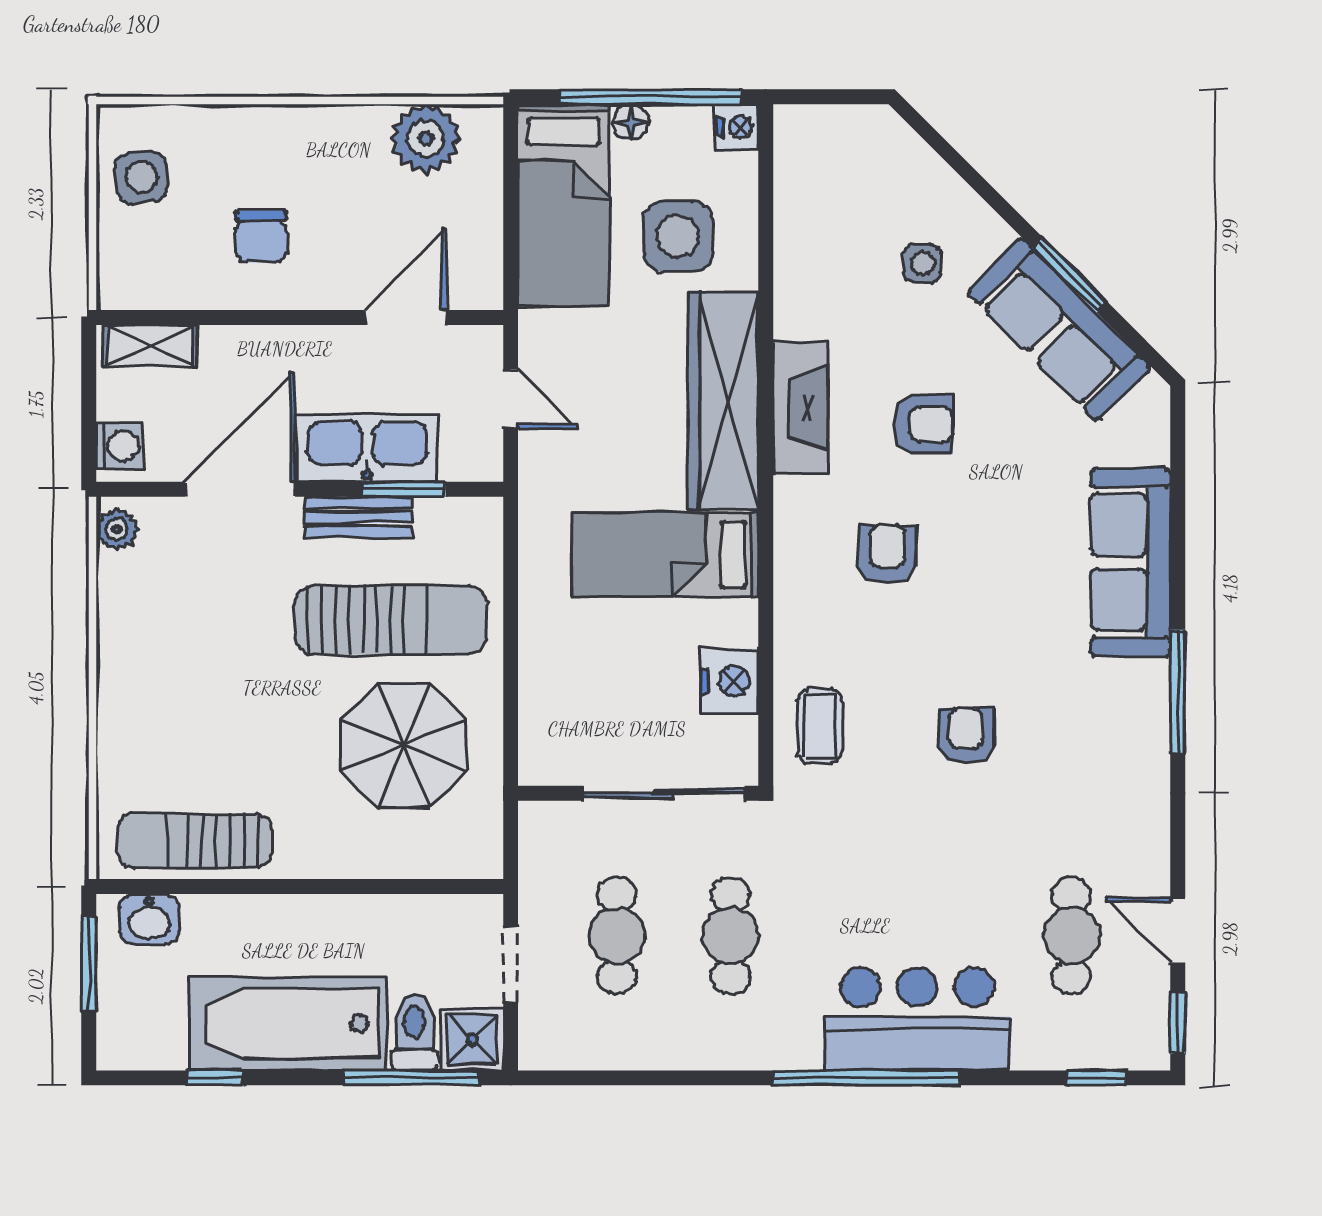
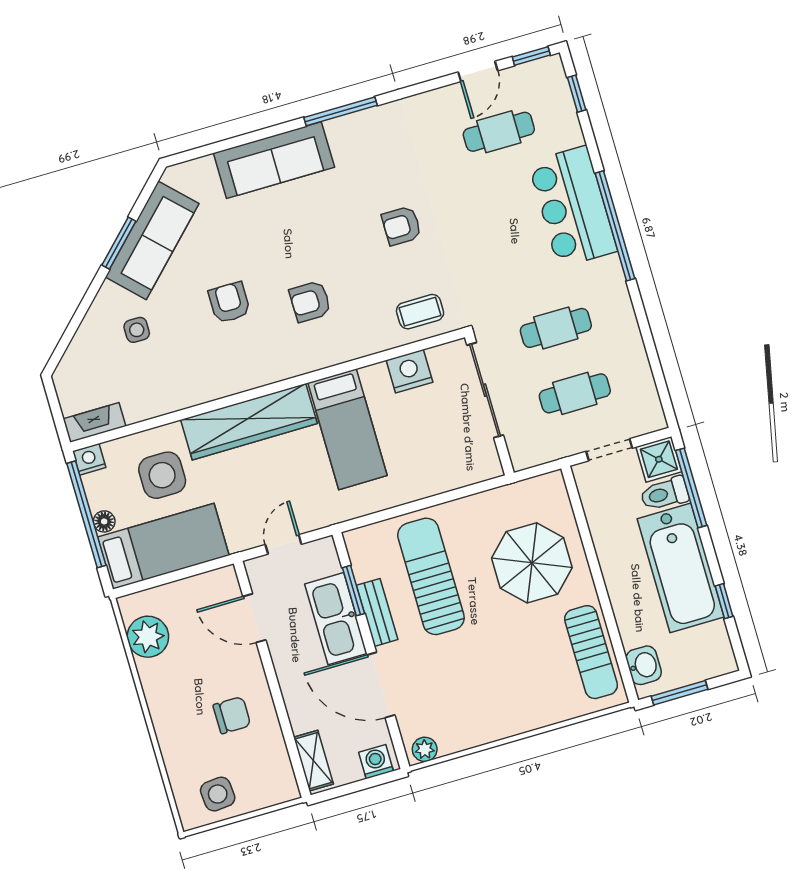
fireplace: (800, 408) -> (95, 422), moved, width x0.73, depth x0.76
parasol: (404, 745) -> (532, 563), moved

